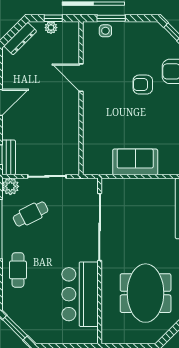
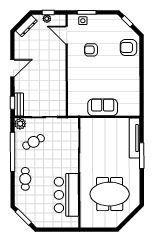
door: (81, 78) -> (67, 35), moved
armchair: (143, 85) -> (91, 50), moved
meeting table: (146, 293) -> (110, 194), turned 90

